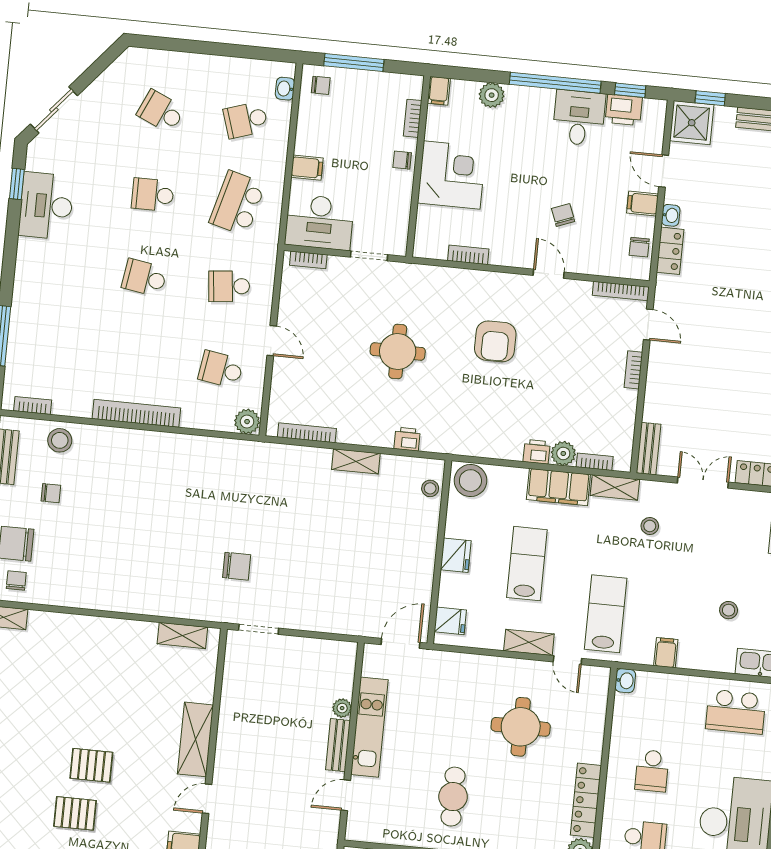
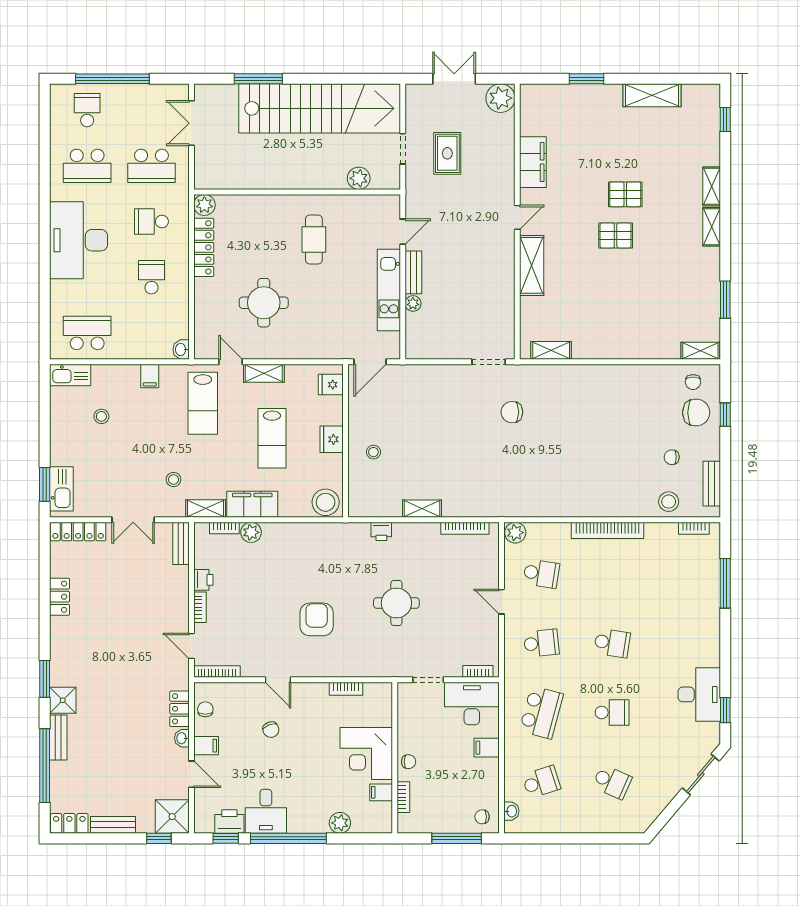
filing cabinet: (439, 91) -> (381, 792), moved, turned -90
printer: (537, 452) -> (203, 580), moved, turned -90
stool: (430, 488) -> (373, 452), moved

